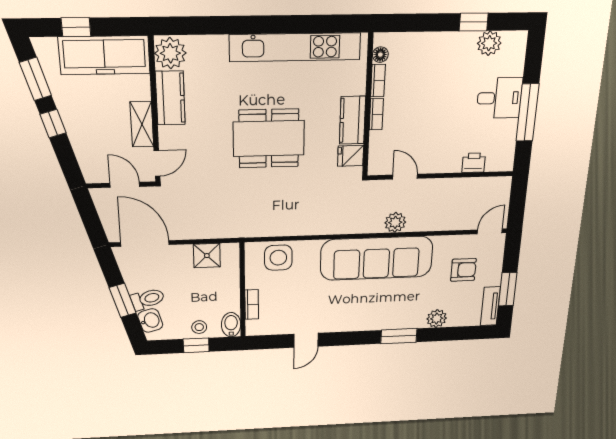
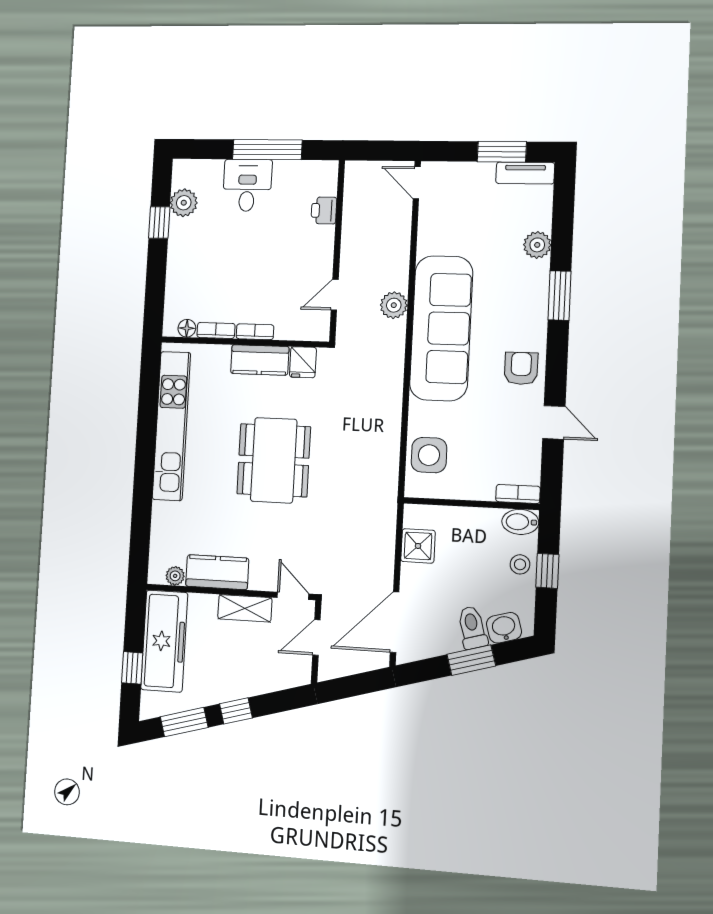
plant: (170, 53) -> (175, 576), width x0.53, depth x0.53
armchair: (463, 270) -> (521, 368), moved
bookcase: (252, 304) -> (518, 494), moved

